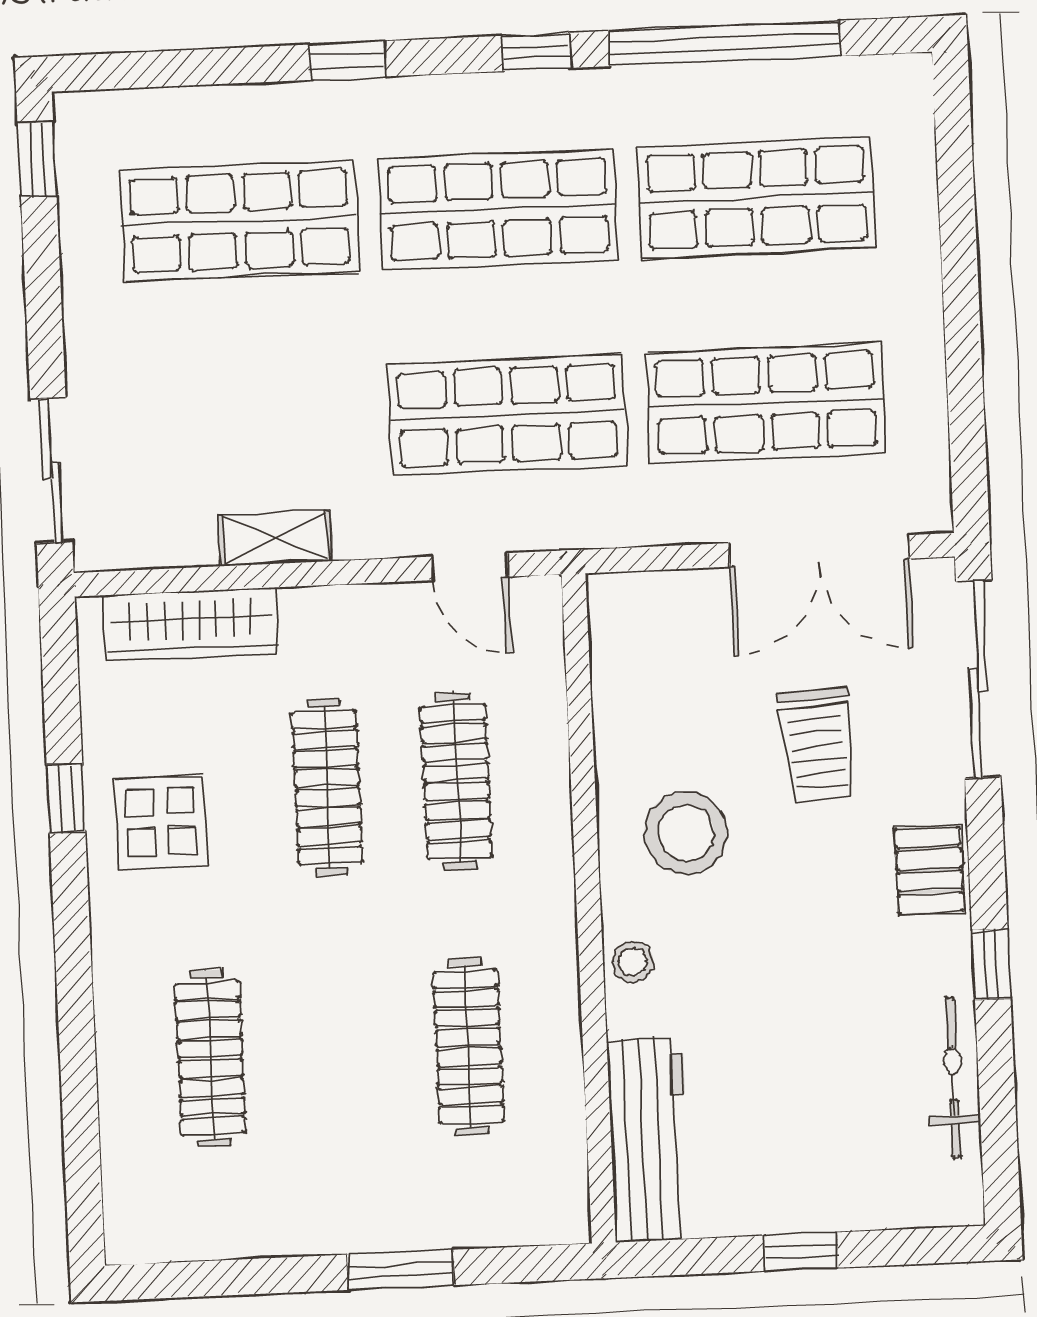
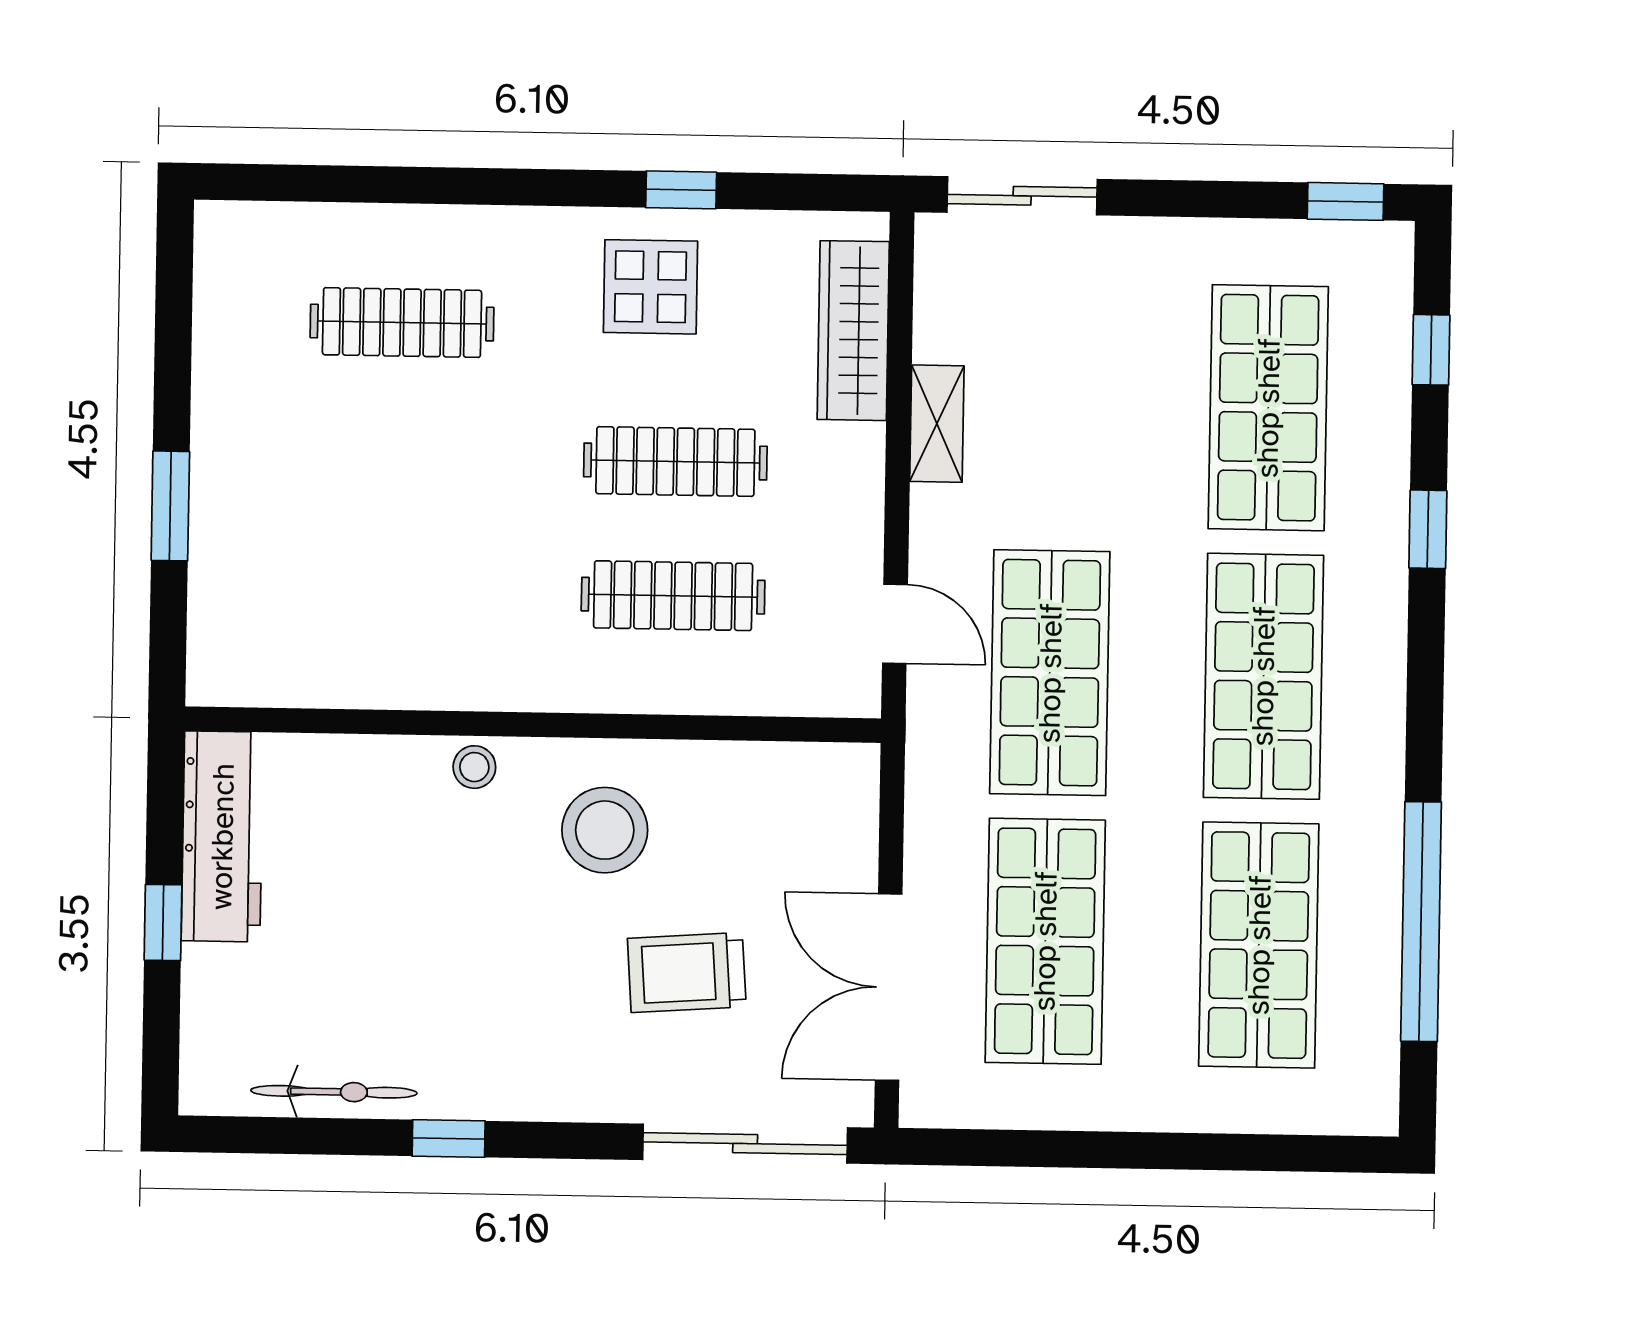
window: (536, 52) -> (1431, 350), moved
door: (470, 567) -> (895, 624), swing flipped
pallet: (929, 870) -> (551, 1080), removed
clothes rail: (468, 1047) -> (397, 591), removed
workbench: (649, 1140) -> (222, 836), moved, turned -90

